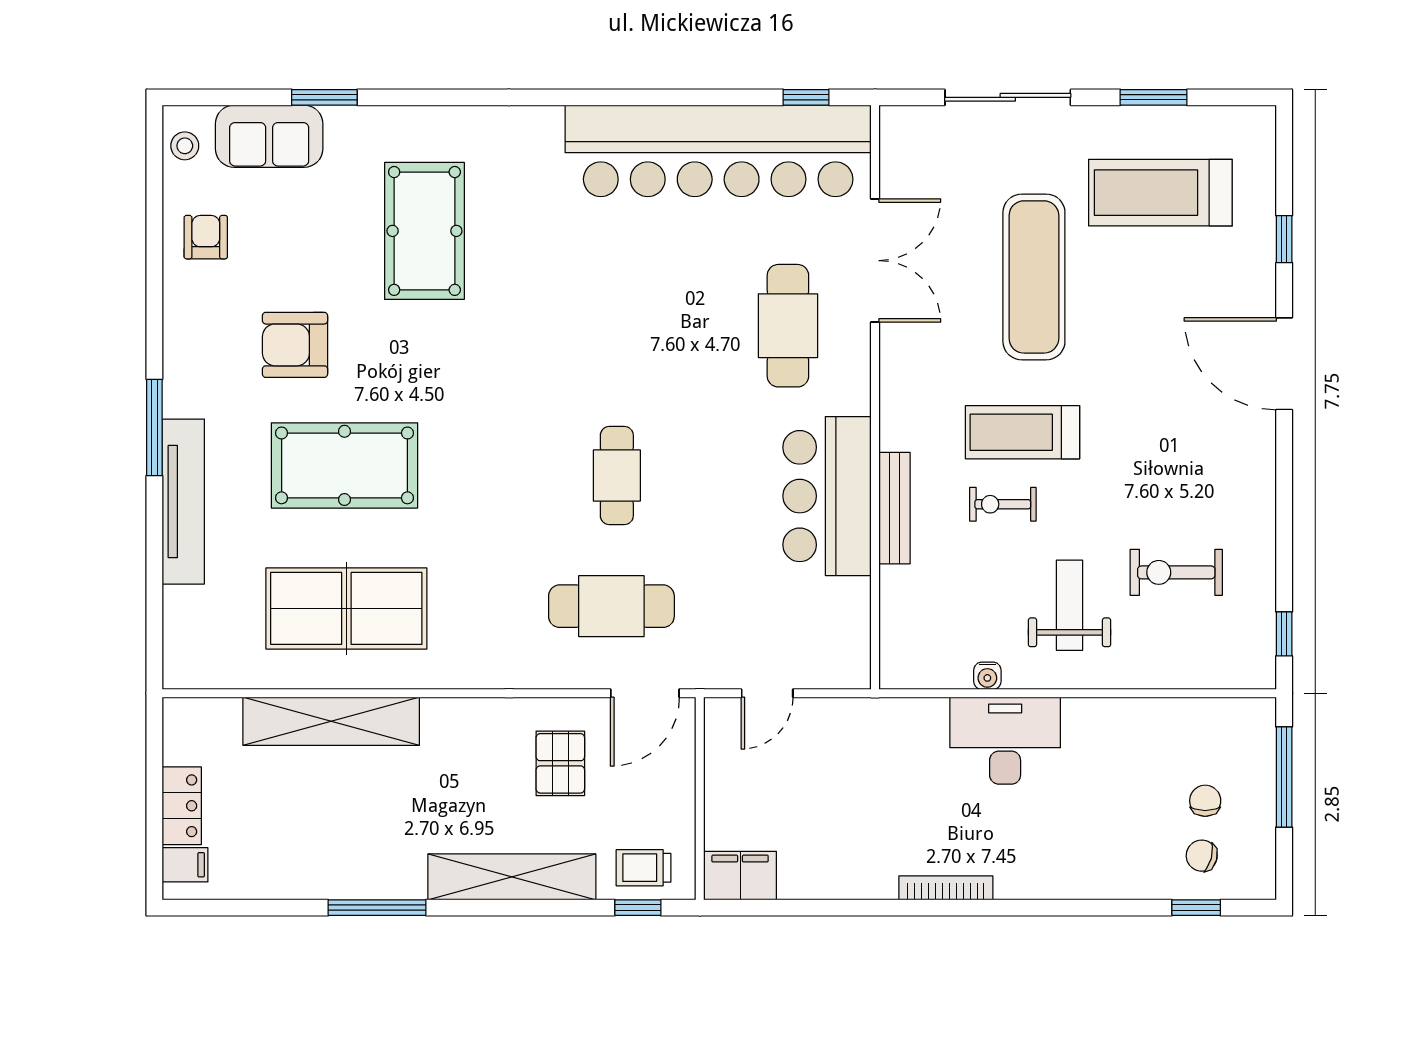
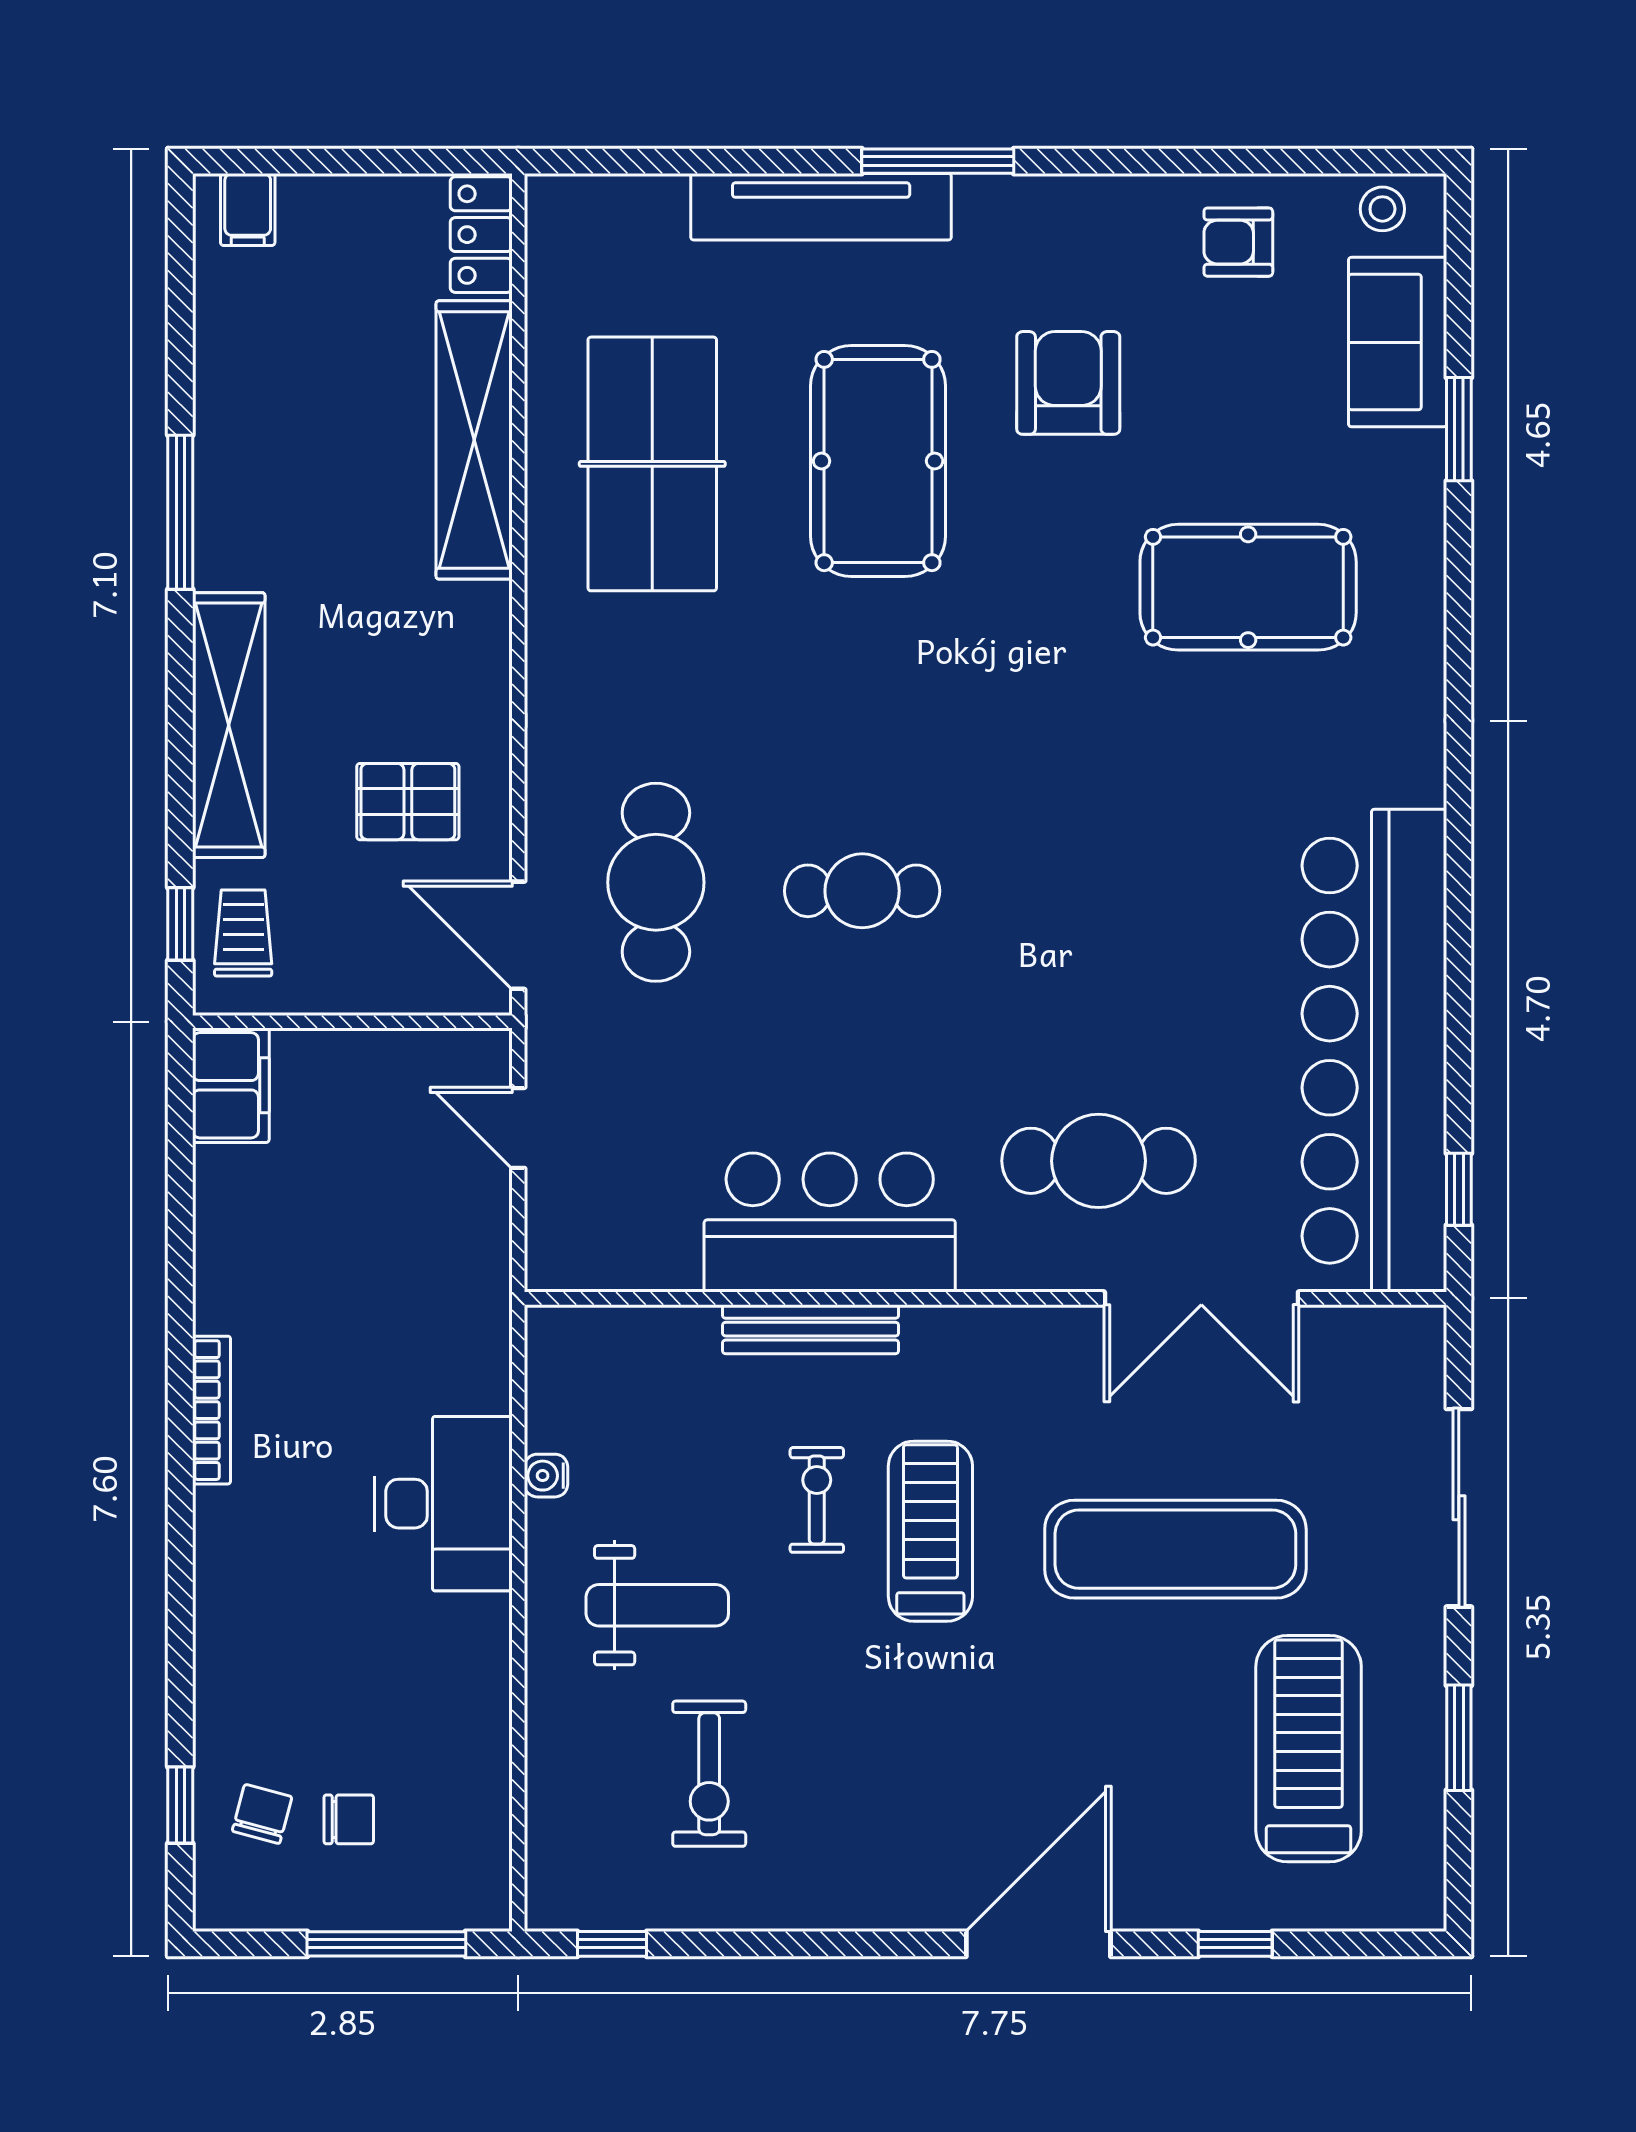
armchair: (206, 237) -> (1238, 242), turned 180
exercise bike: (1176, 572) -> (709, 1774), turned 180
locker: (182, 806) -> (481, 235), moved, turned 90

